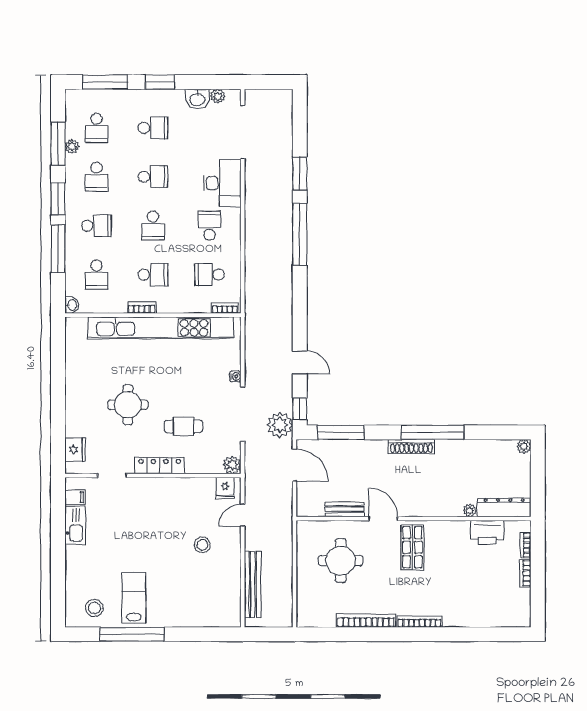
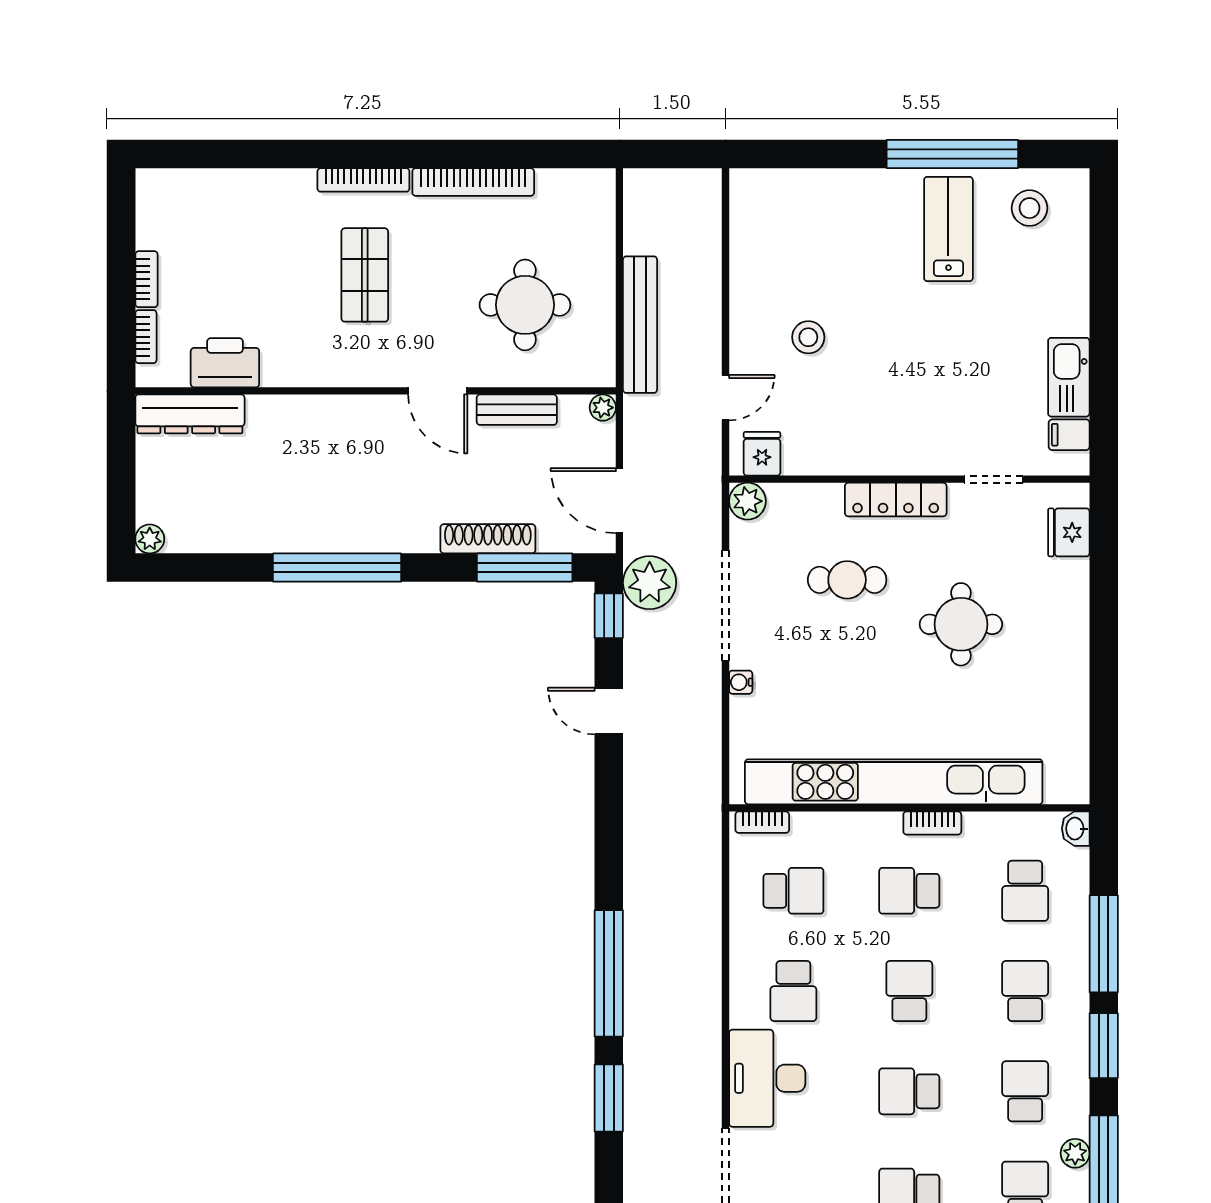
school desk: (96, 226) -> (1025, 991), turned 90
school desk: (96, 275) -> (1025, 891), turned 180
shoe rack: (411, 446) -> (488, 539), moved
plant: (470, 511) -> (603, 408), moved
shop shelf: (412, 547) -> (365, 275), moved
bench: (253, 585) -> (640, 325), moved
lab bench: (134, 598) -> (948, 229), turned 180

